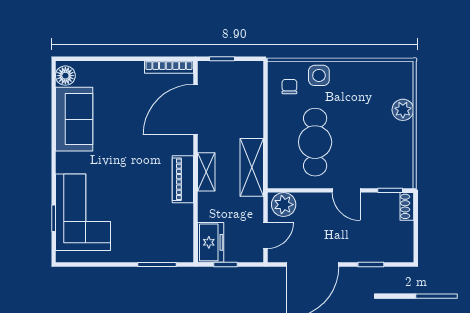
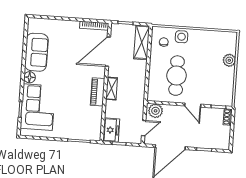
floor lamp: (65, 76) -> (29, 77), moved
shelving: (252, 167) -> (142, 42), moved

